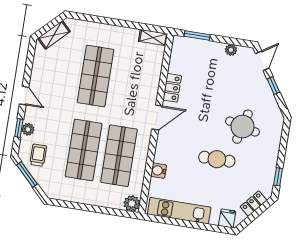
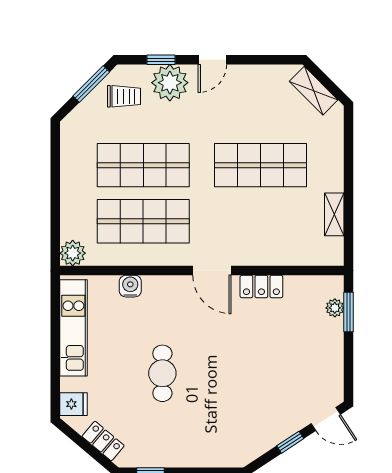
shelving: (153, 38) -> (334, 214), moved
plant: (231, 50) -> (335, 308), moved
round table: (242, 127) -> (219, 405), removed
plant: (28, 129) -> (170, 83), width x1.87, depth x1.87

